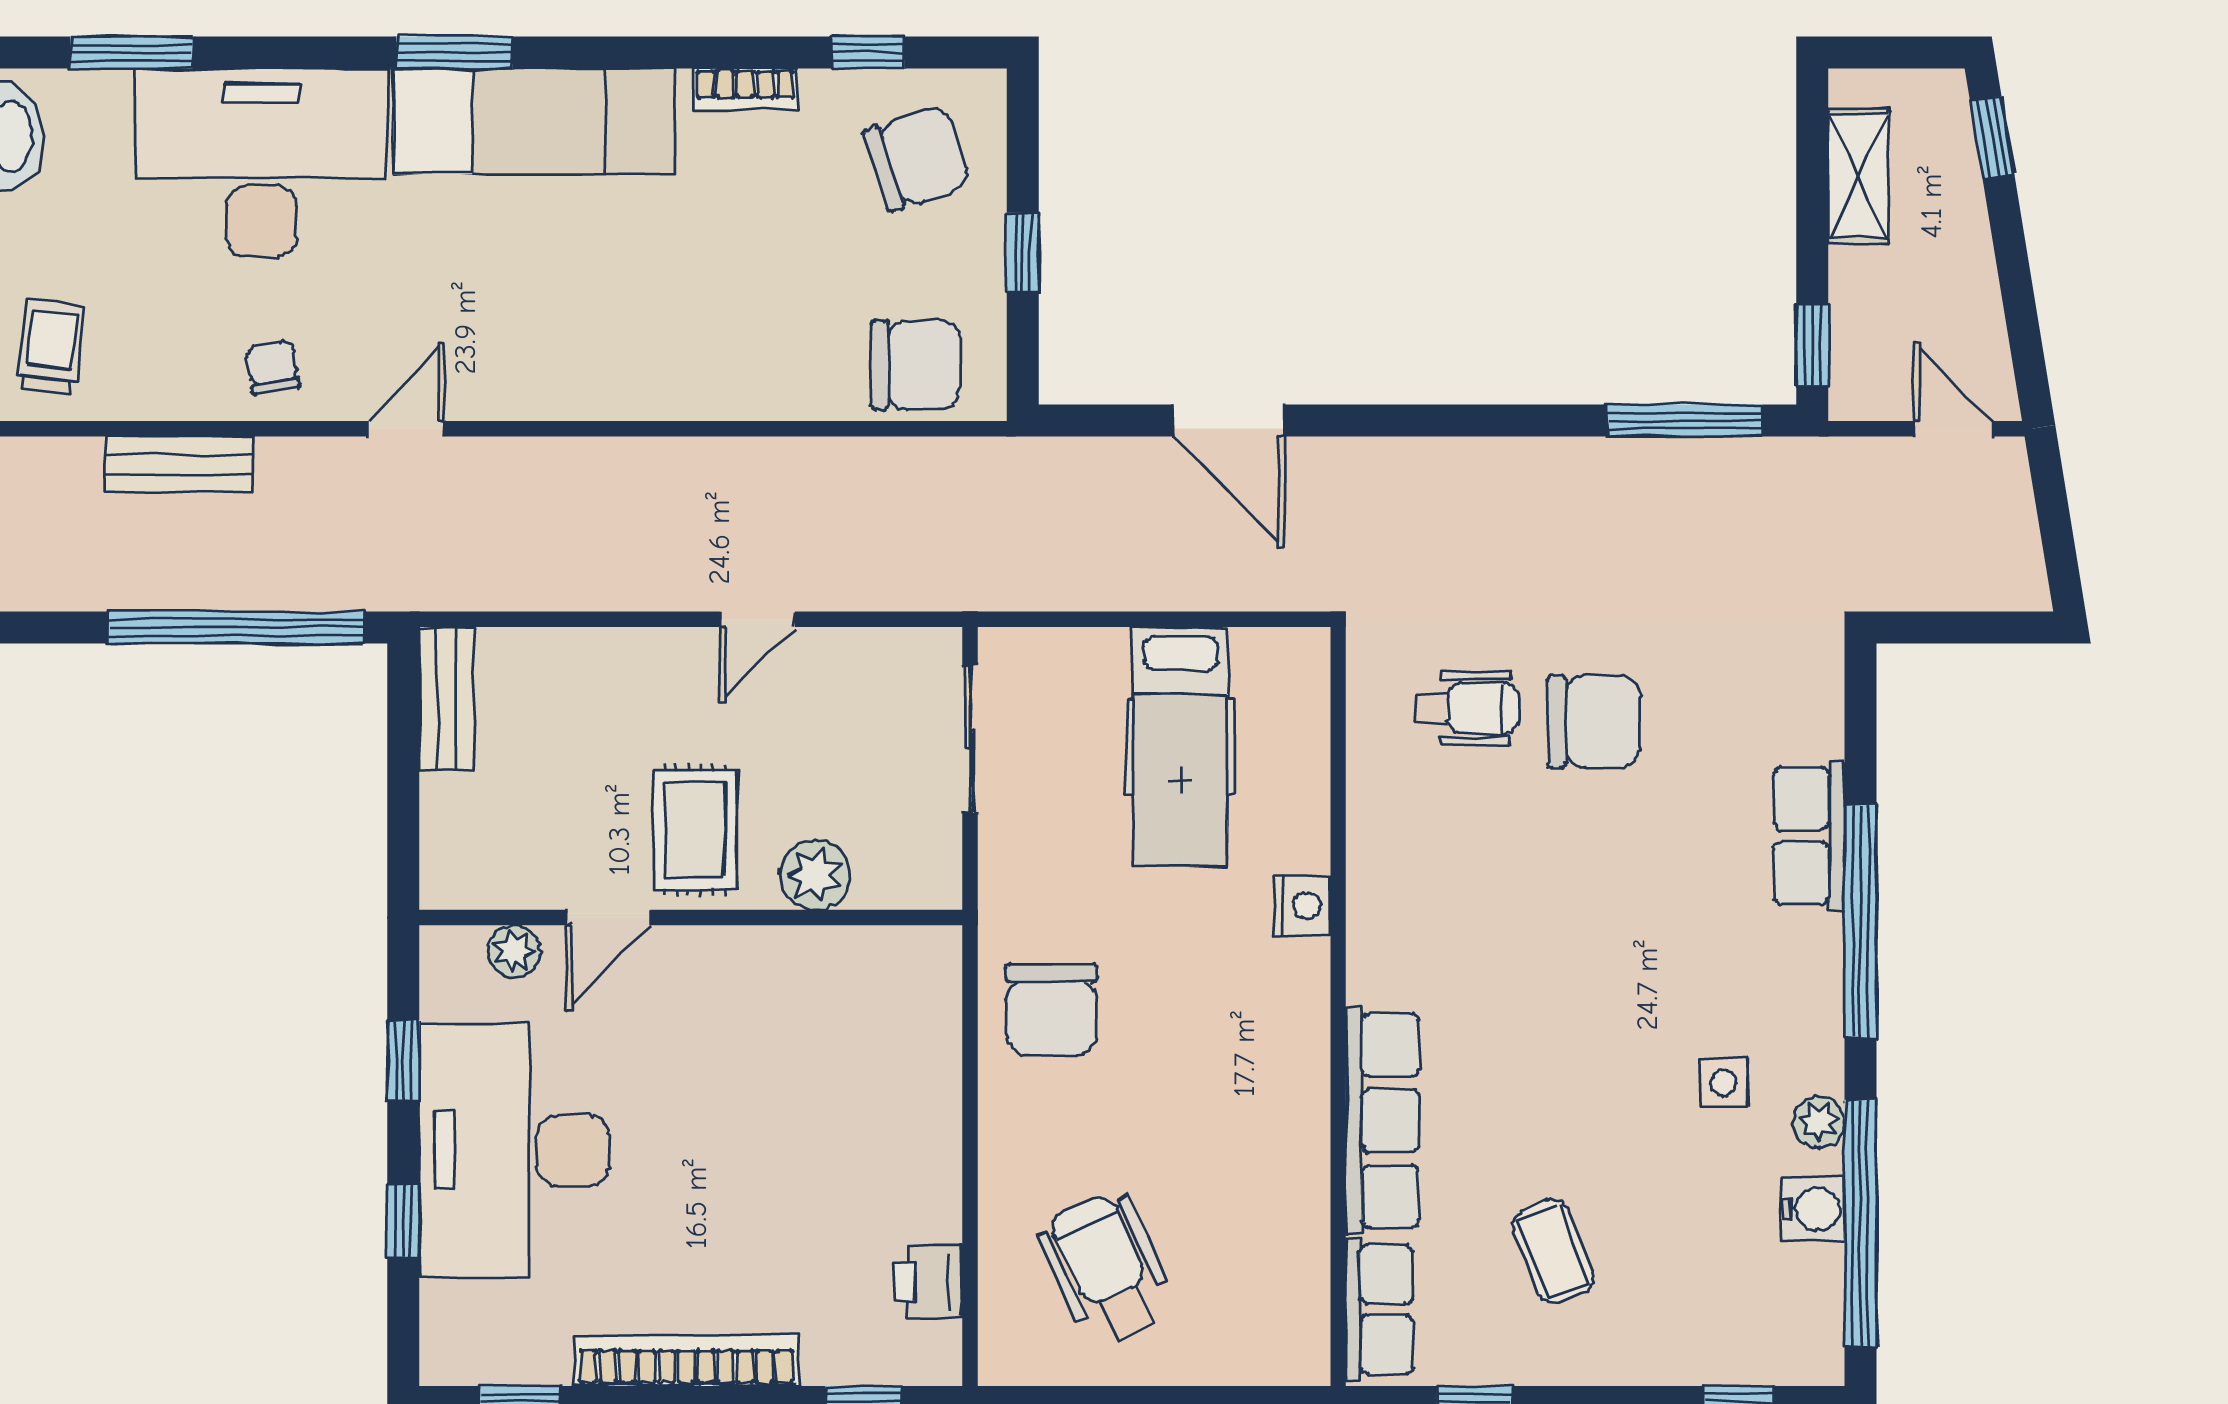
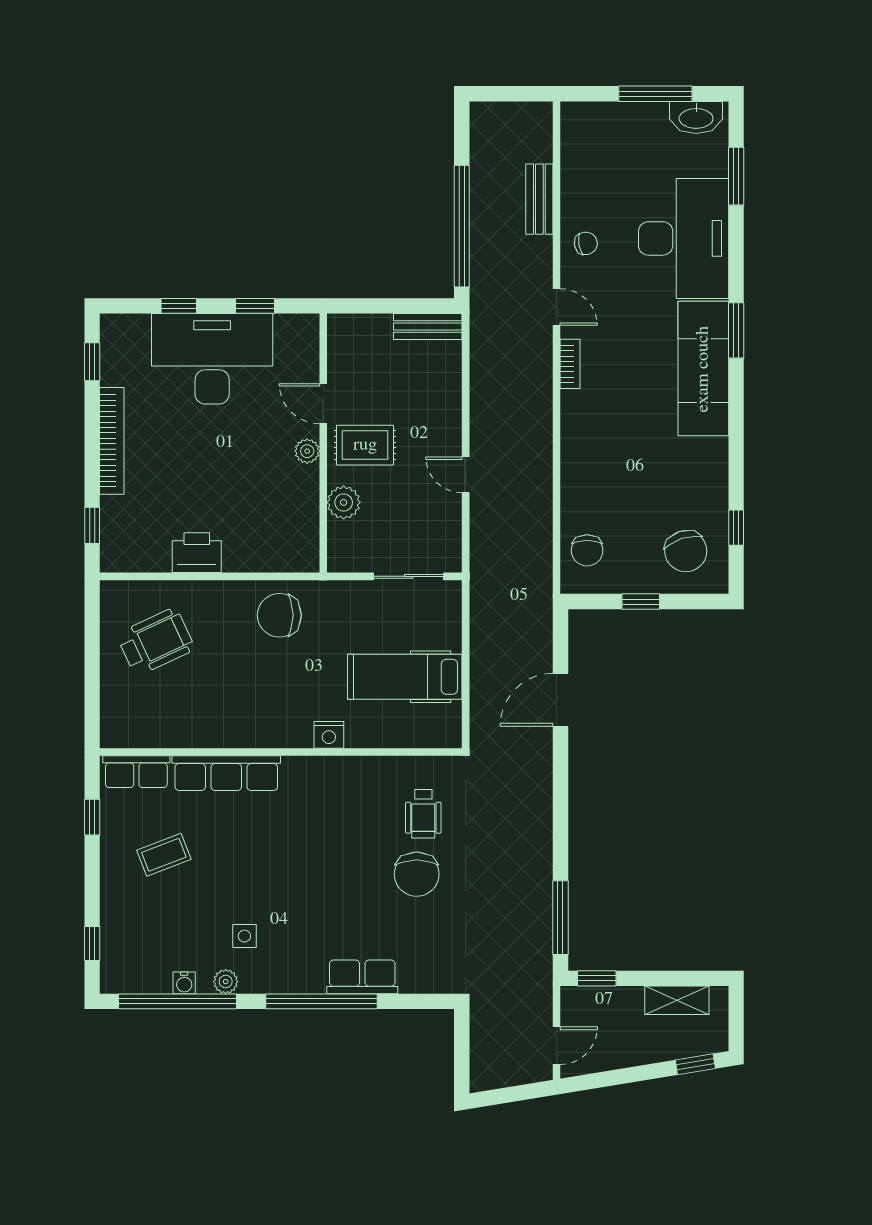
bookcase: (745, 89) -> (570, 364), moved, turned 180
trolley: (51, 347) -> (596, 138), removed
chair: (915, 365) -> (587, 550), width x0.73, depth x0.73
plant: (514, 951) -> (307, 451), moved
water cooler: (1813, 1209) -> (184, 983), width x0.72, depth x0.72
printer: (928, 1281) -> (197, 553), moved, width x1.36, depth x1.24

